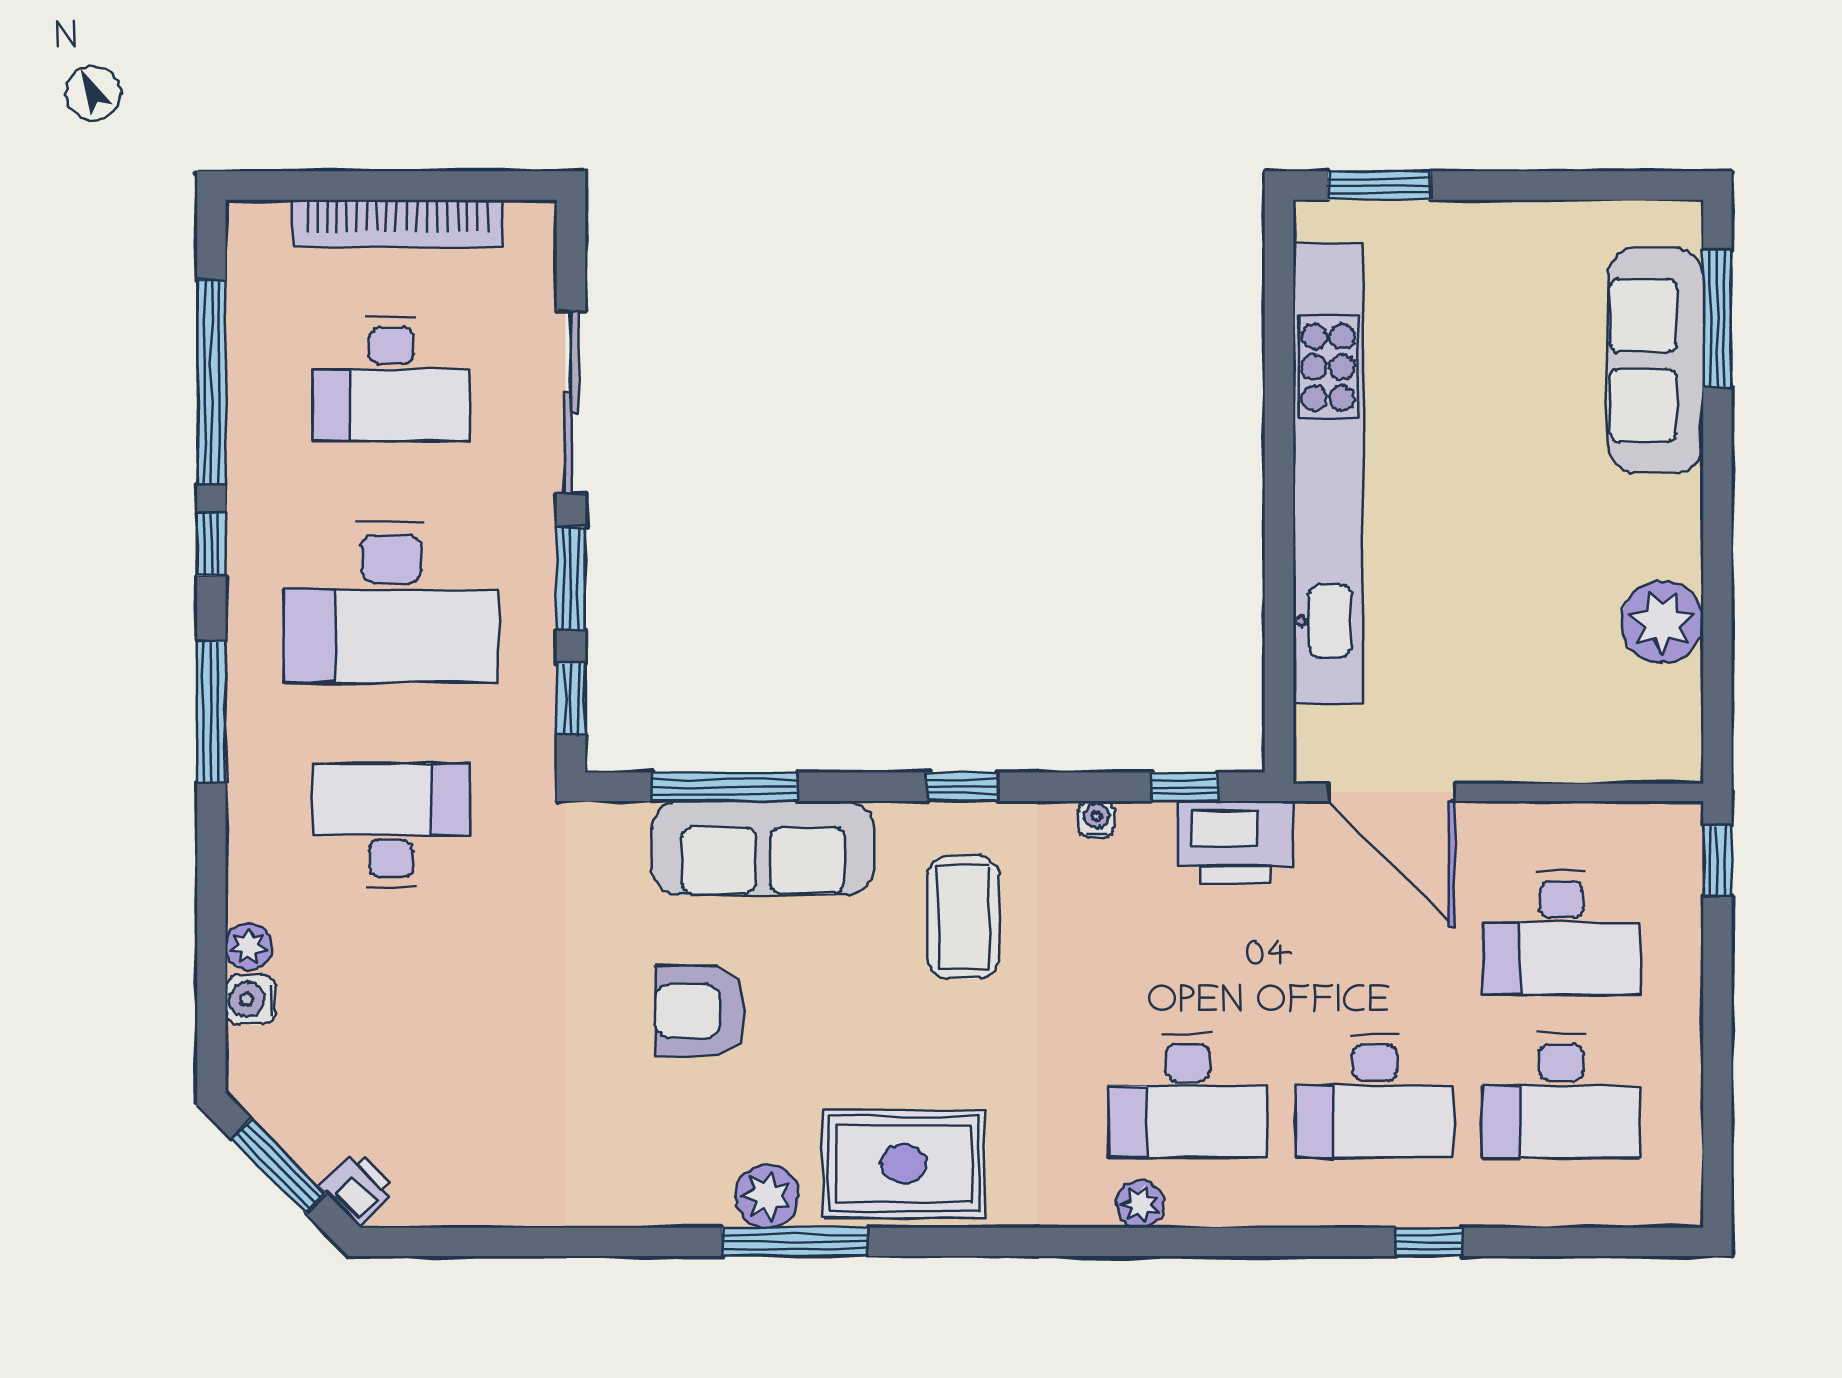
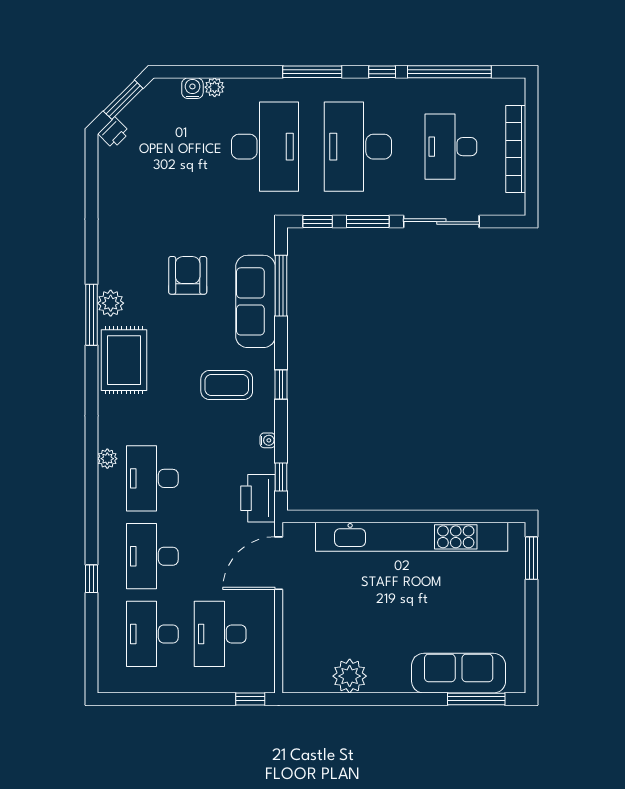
desk: (391, 825) -> (265, 147), width x1.36, depth x1.30

